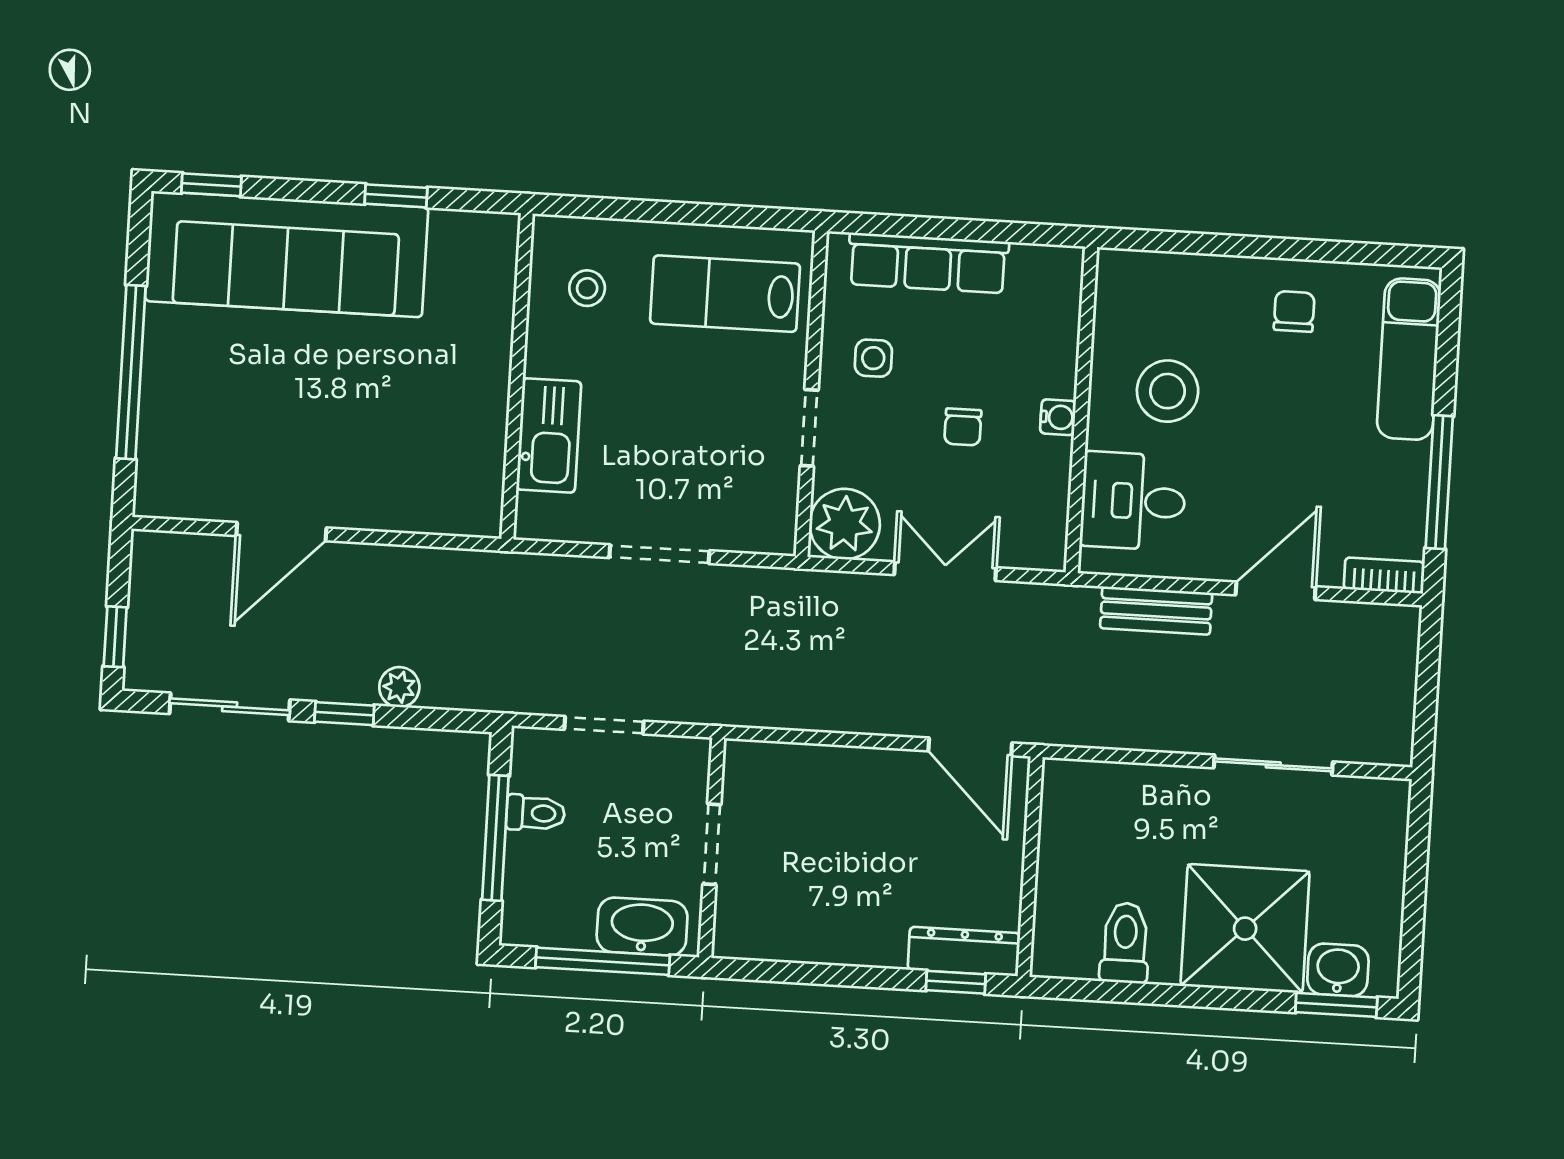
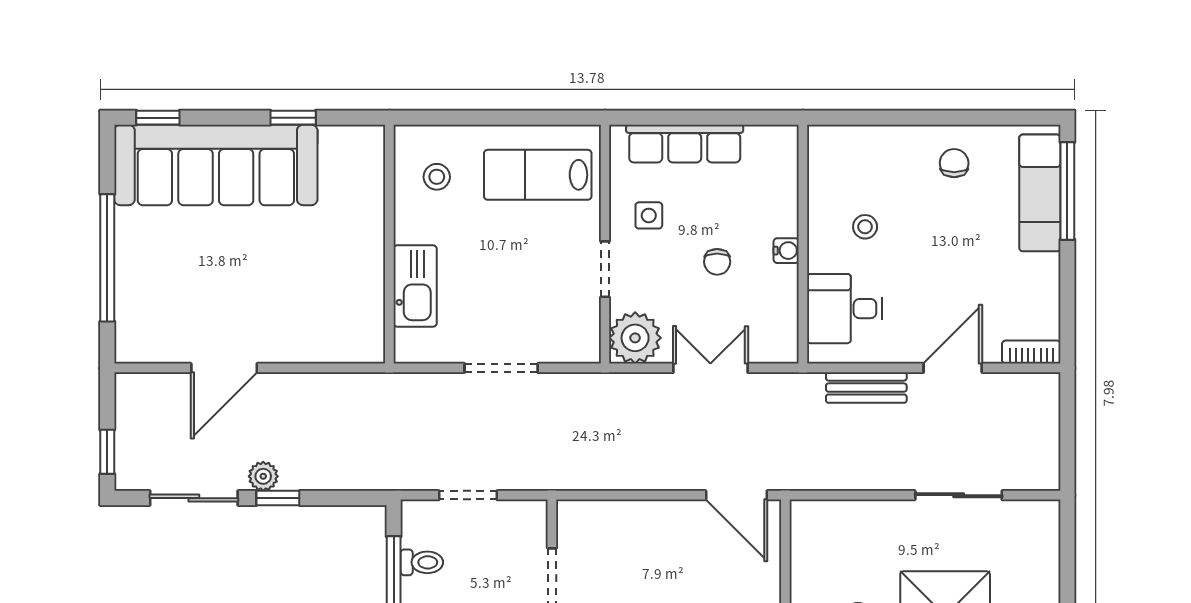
stool: (1168, 391) -> (865, 227), width x0.53, depth x0.53
window: (1439, 482) -> (1067, 191), moved
plant: (399, 687) -> (263, 476), moved

